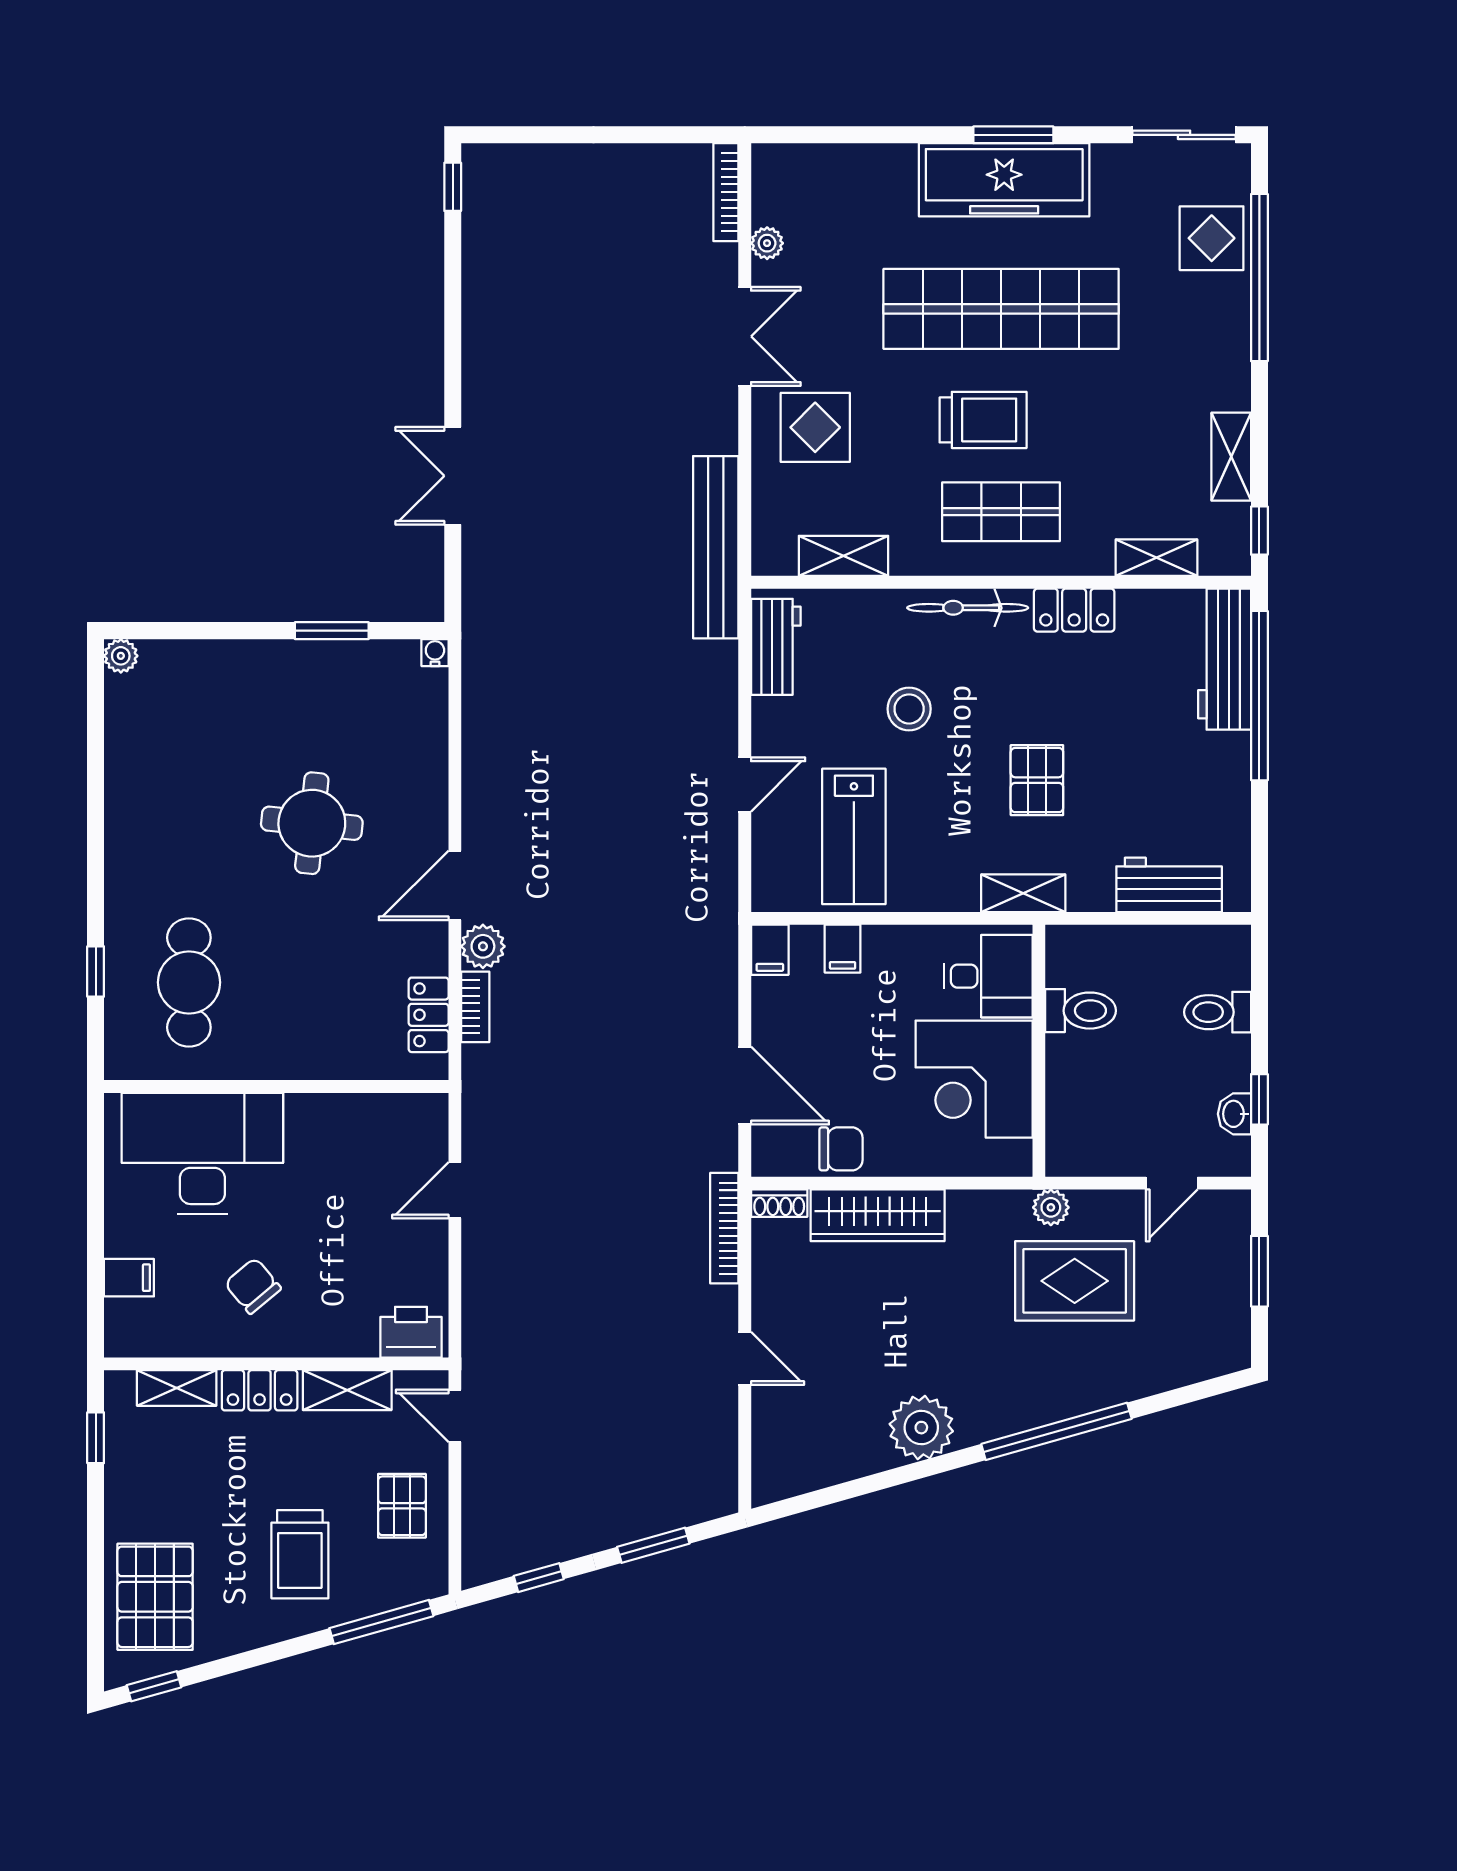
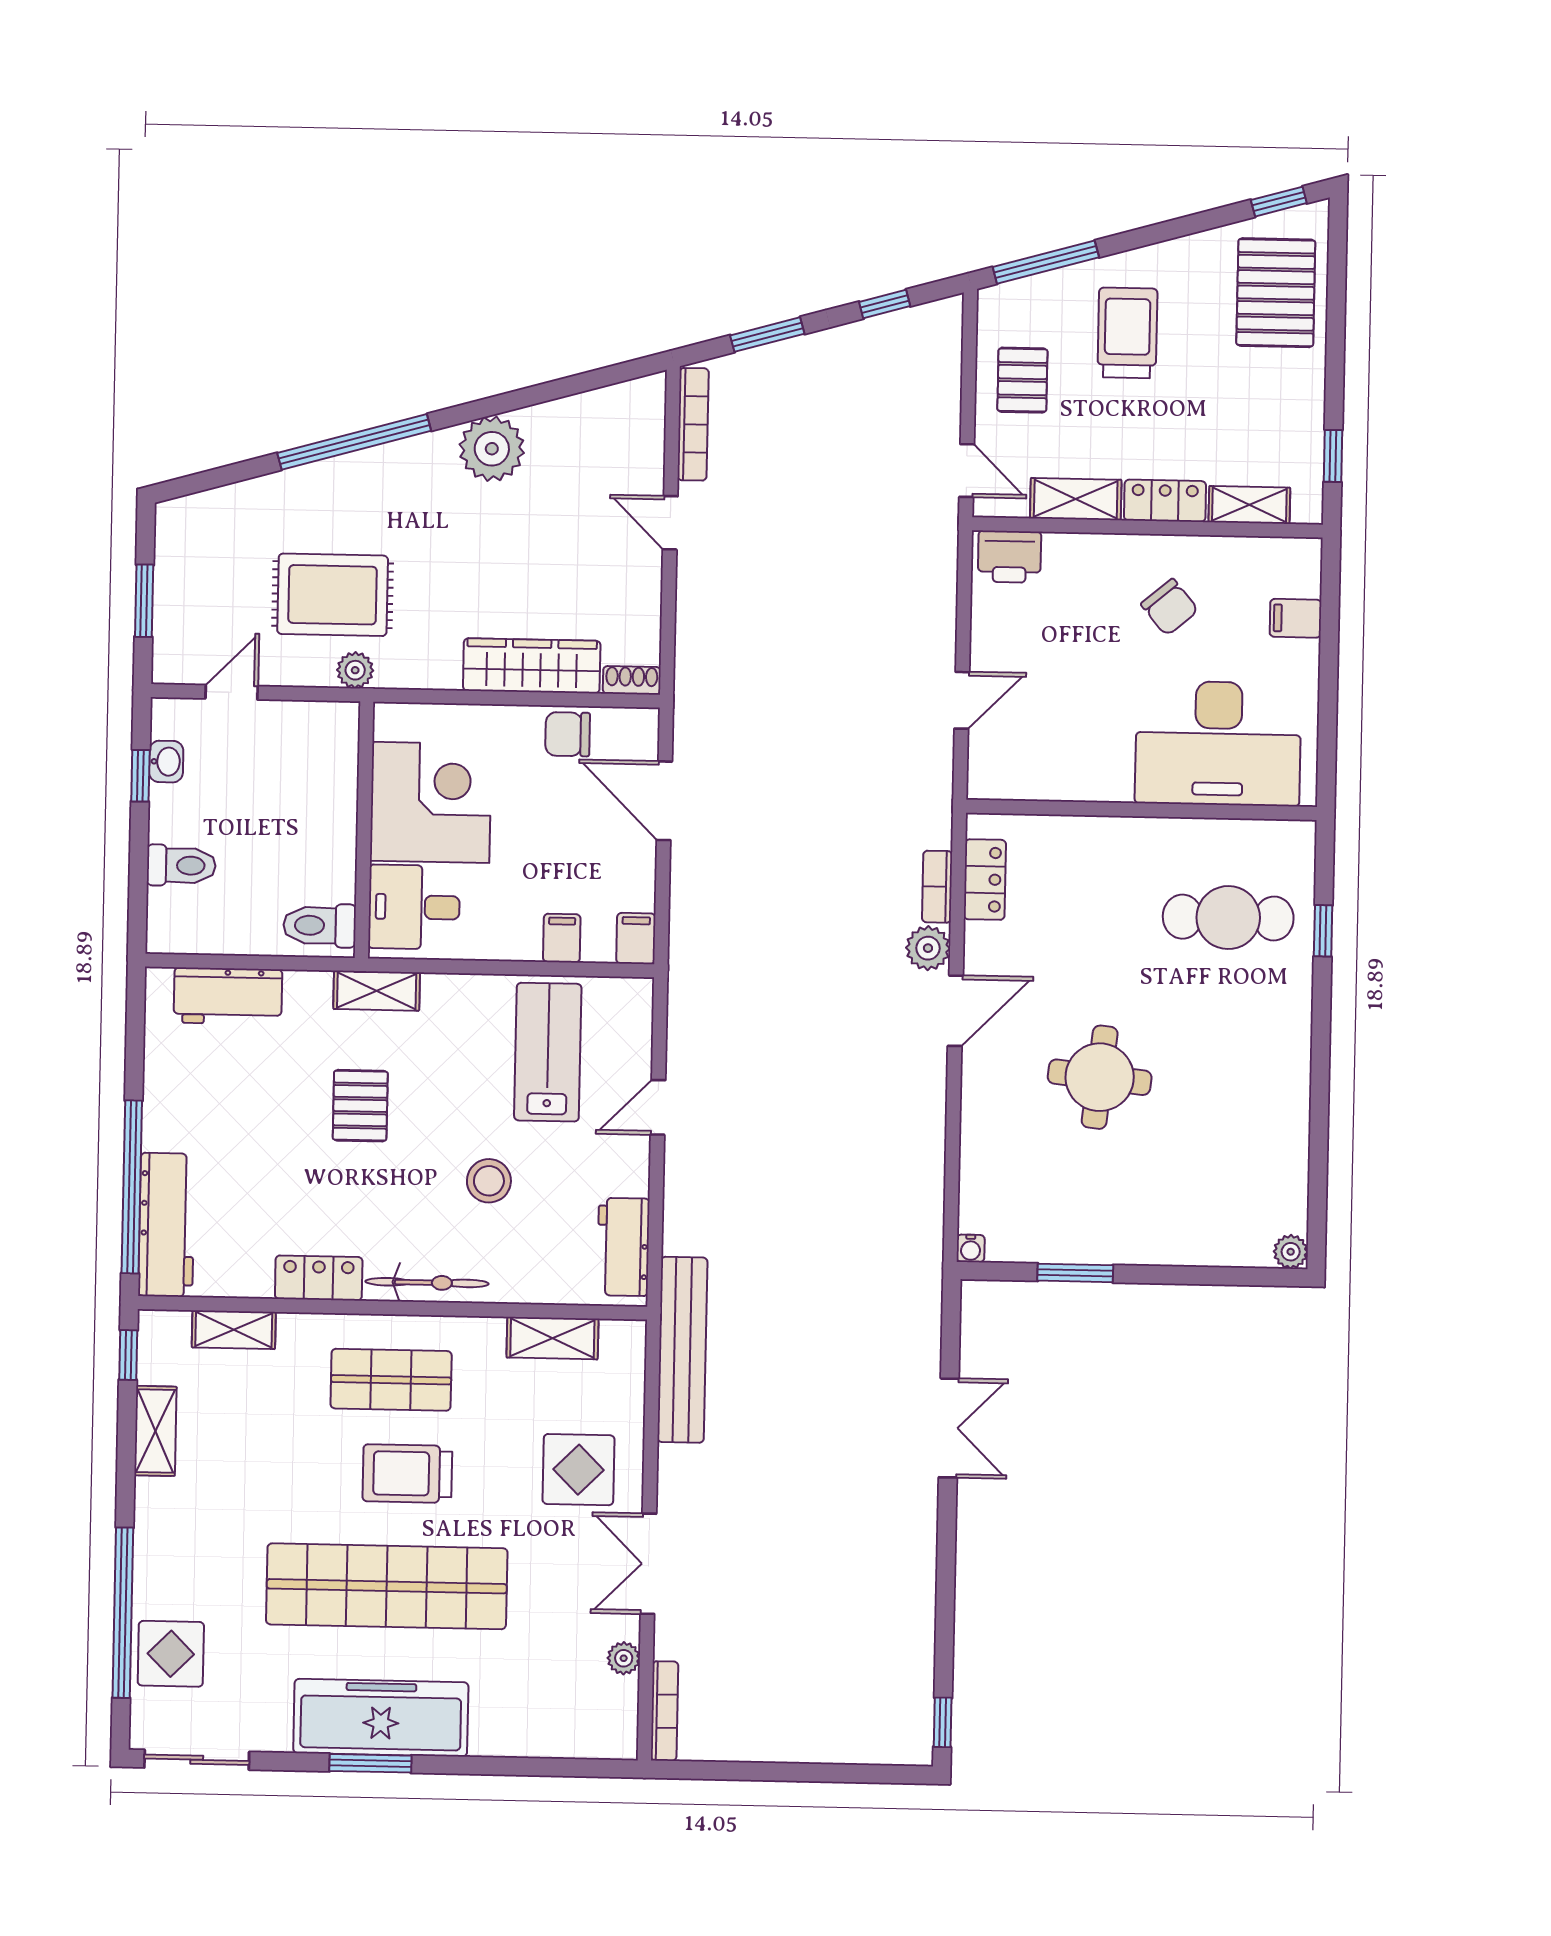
cafe table: (189, 982) -> (1228, 918), turned 90
toilet: (1081, 1011) -> (320, 925), moved
bookcase: (724, 1228) -> (693, 424), moved

